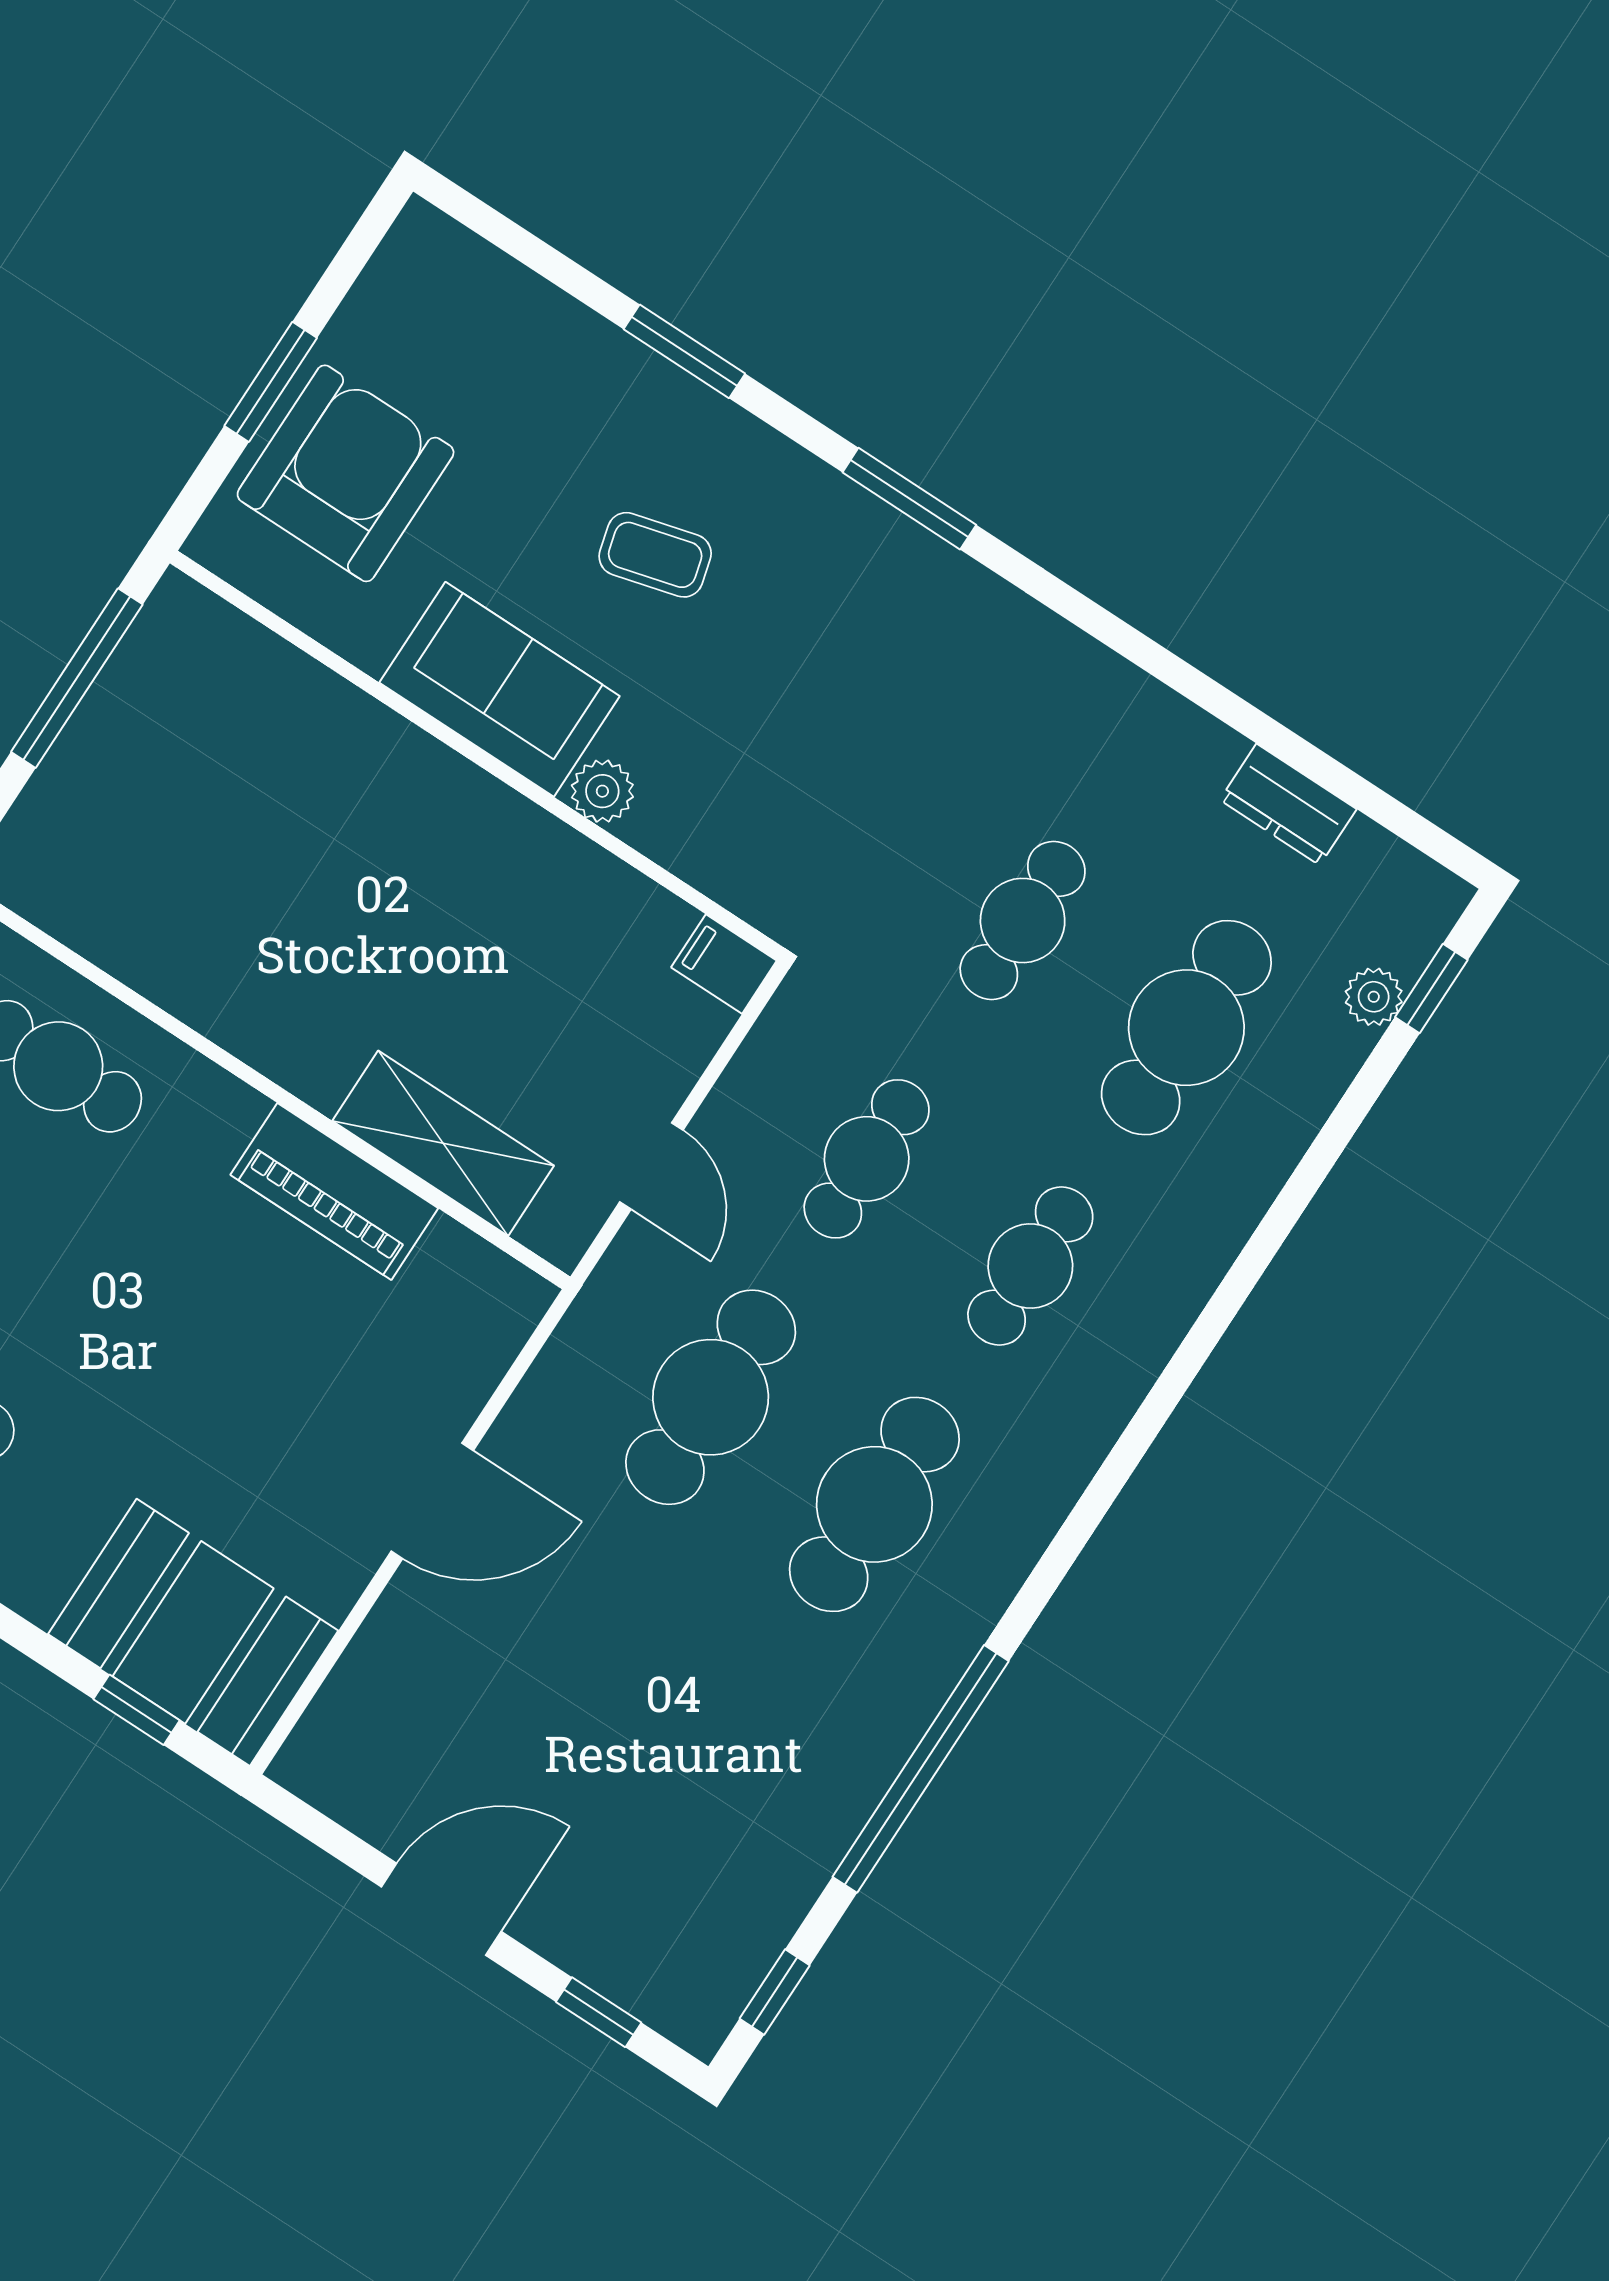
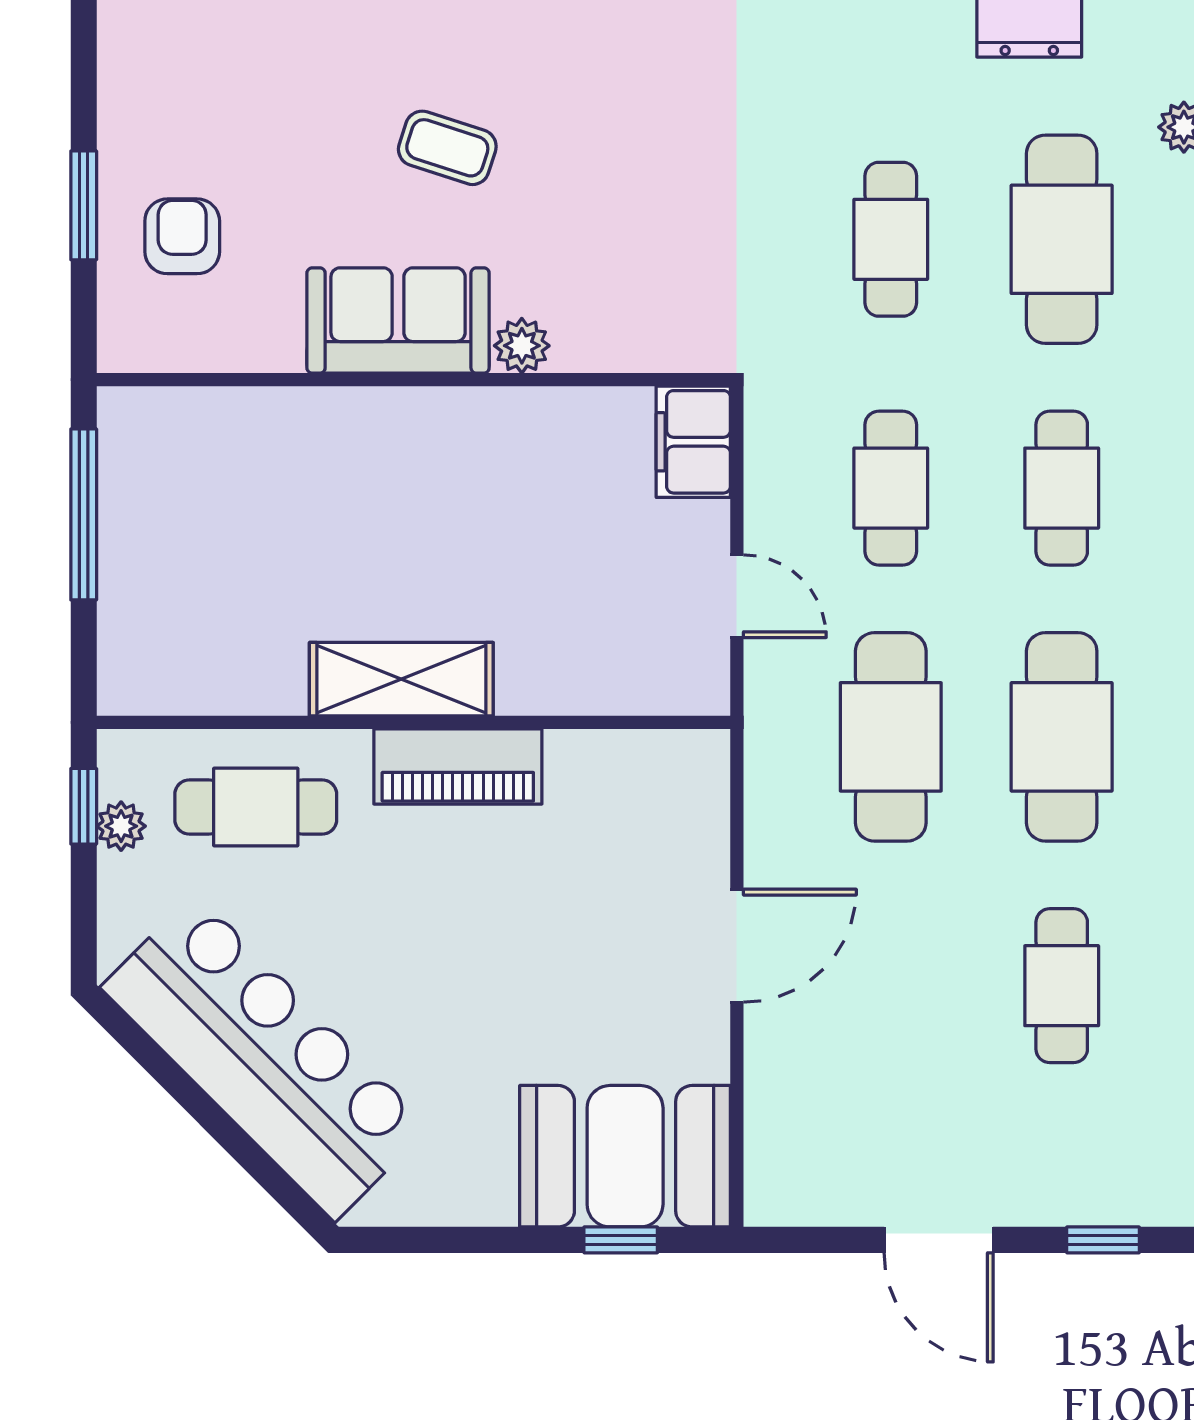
armchair: (346, 473) -> (182, 236), width x0.53, depth x0.53
coffee table: (655, 555) -> (447, 148), turned 33
filing cabinet: (724, 964) -> (693, 442), width x2.00
shelving: (443, 1143) -> (401, 679), moved
piano: (334, 1192) -> (458, 766), moved
cafe table: (718, 1743) -> (1062, 986), added
door: (441, 1909) -> (939, 1240), swing flipped

